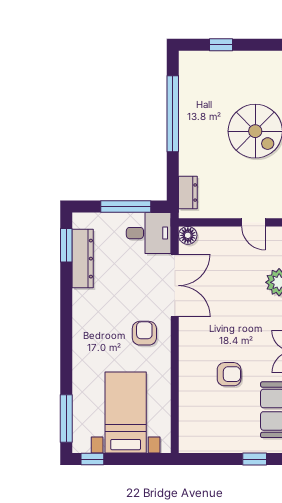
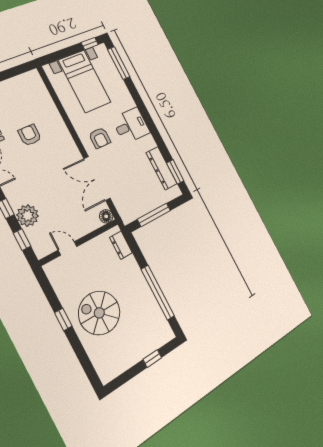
desk: (149, 233) -> (131, 126), moved, turned 180
armchair: (229, 374) -> (30, 135), turned 90

